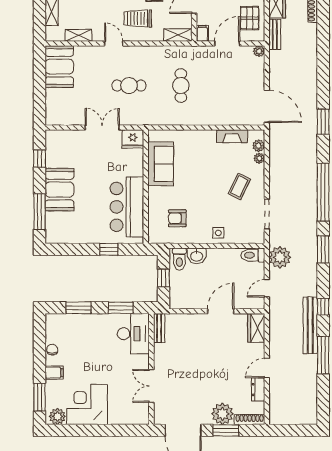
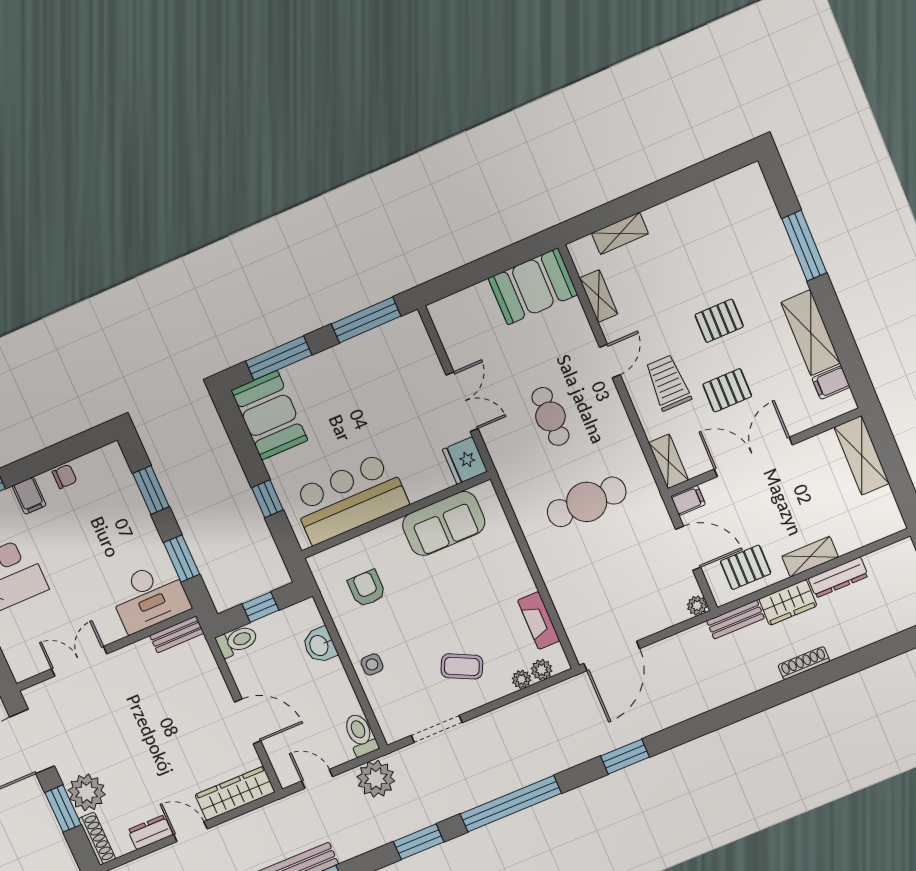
cafe table: (181, 86) -> (587, 502), width x1.37, depth x1.35
window: (40, 159) -> (366, 320), width x2.17
booth: (60, 190) -> (269, 415), moved, turned 90
toilet: (179, 259) -> (237, 641), moved, turned 180
wardrobe: (256, 328) -> (235, 793), width x1.50

